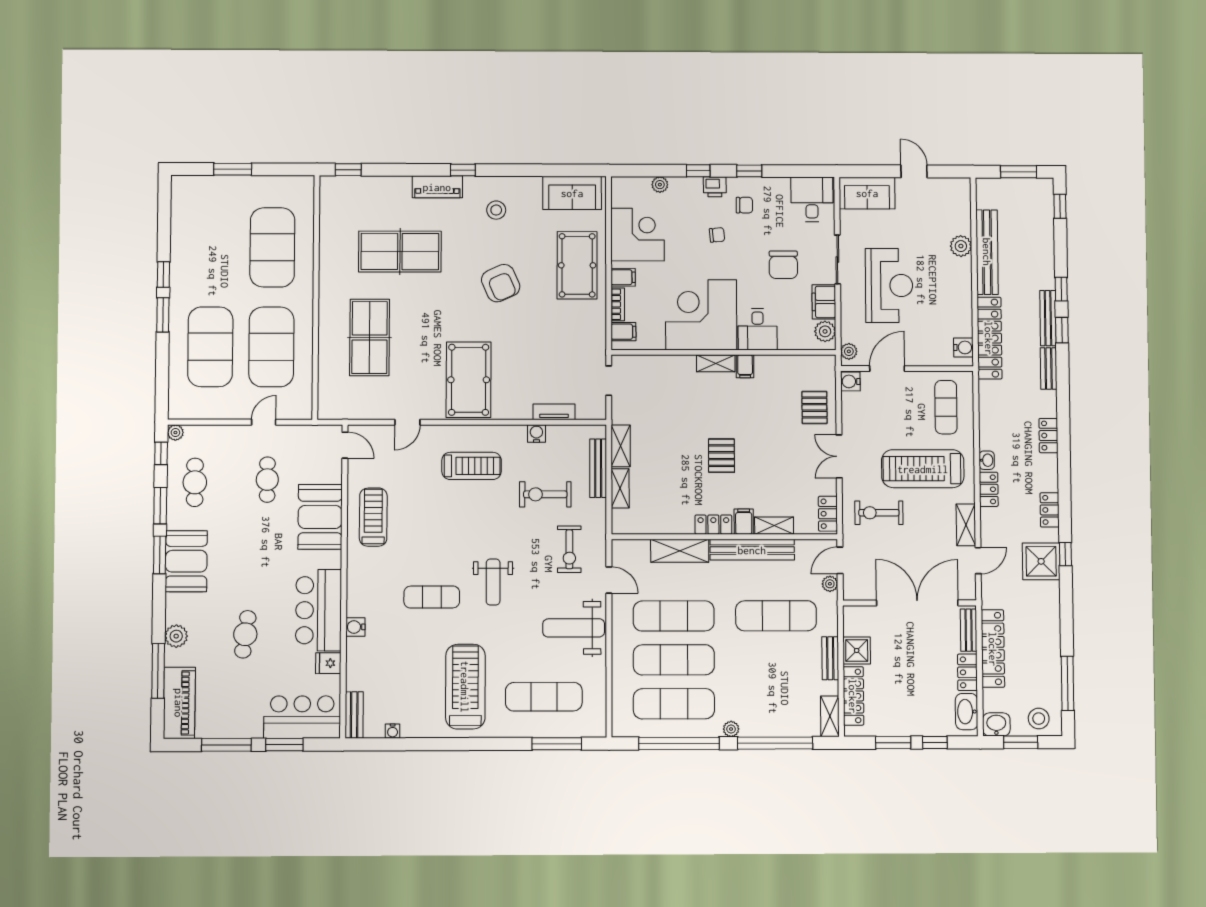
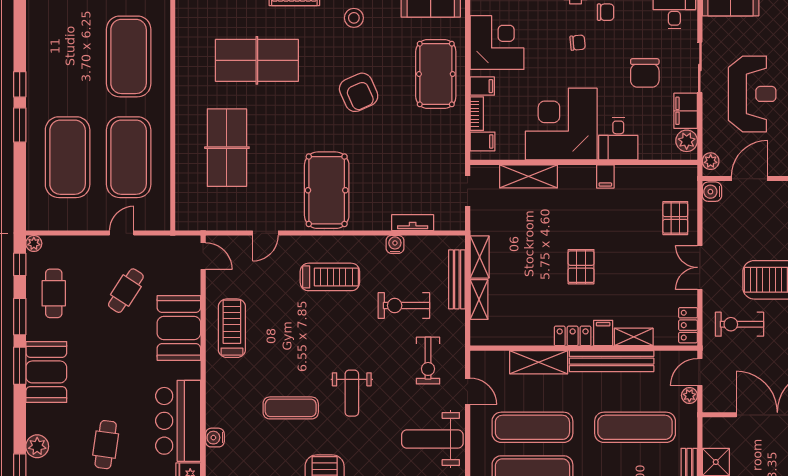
shelving: (716, 363) -> (529, 176), moved, width x1.50, depth x1.33
cafe table: (267, 480) -> (126, 291), turned 33

